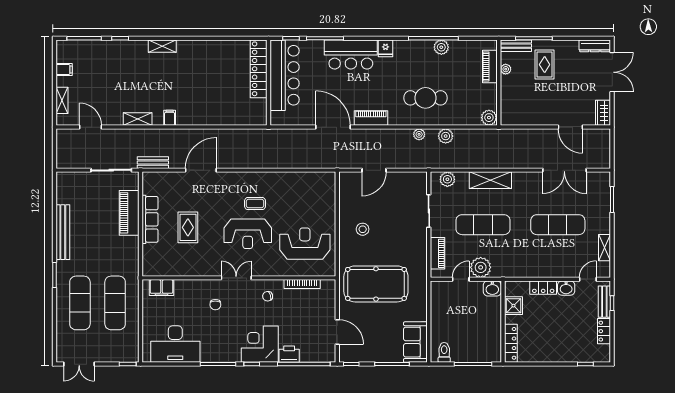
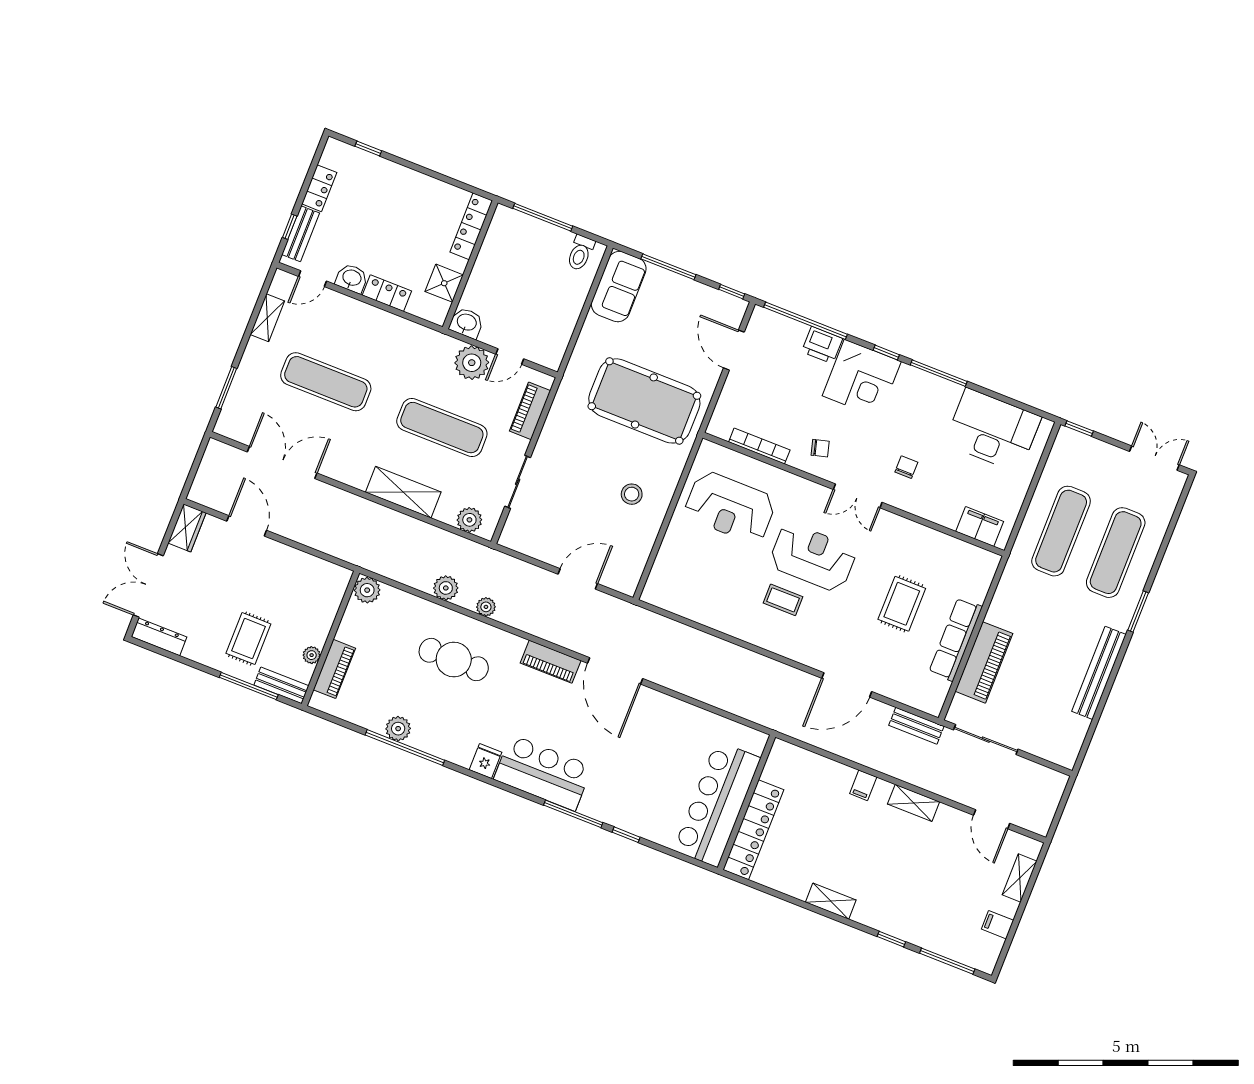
locker: (259, 69) -> (753, 830), moved
bar counter: (285, 75) -> (717, 804), moved
wall: (269, 83) -> (747, 802), moved

